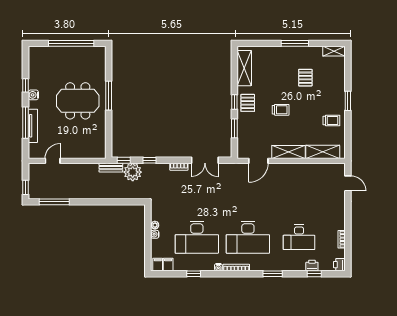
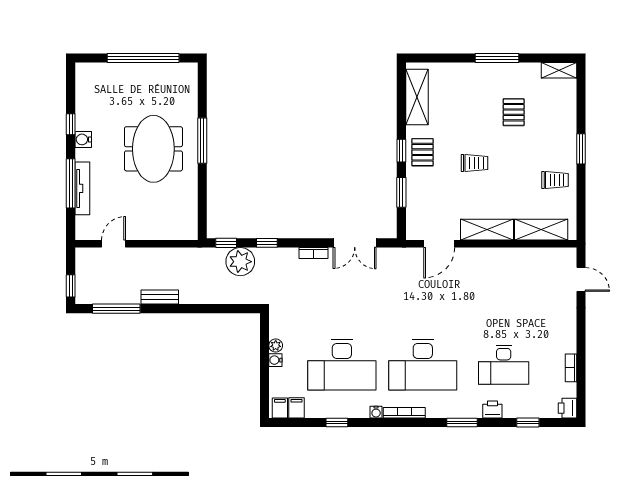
meeting table: (78, 101) -> (153, 149), turned 90
bench: (111, 168) -> (160, 297), moved
printer: (312, 265) -> (492, 409), moved

